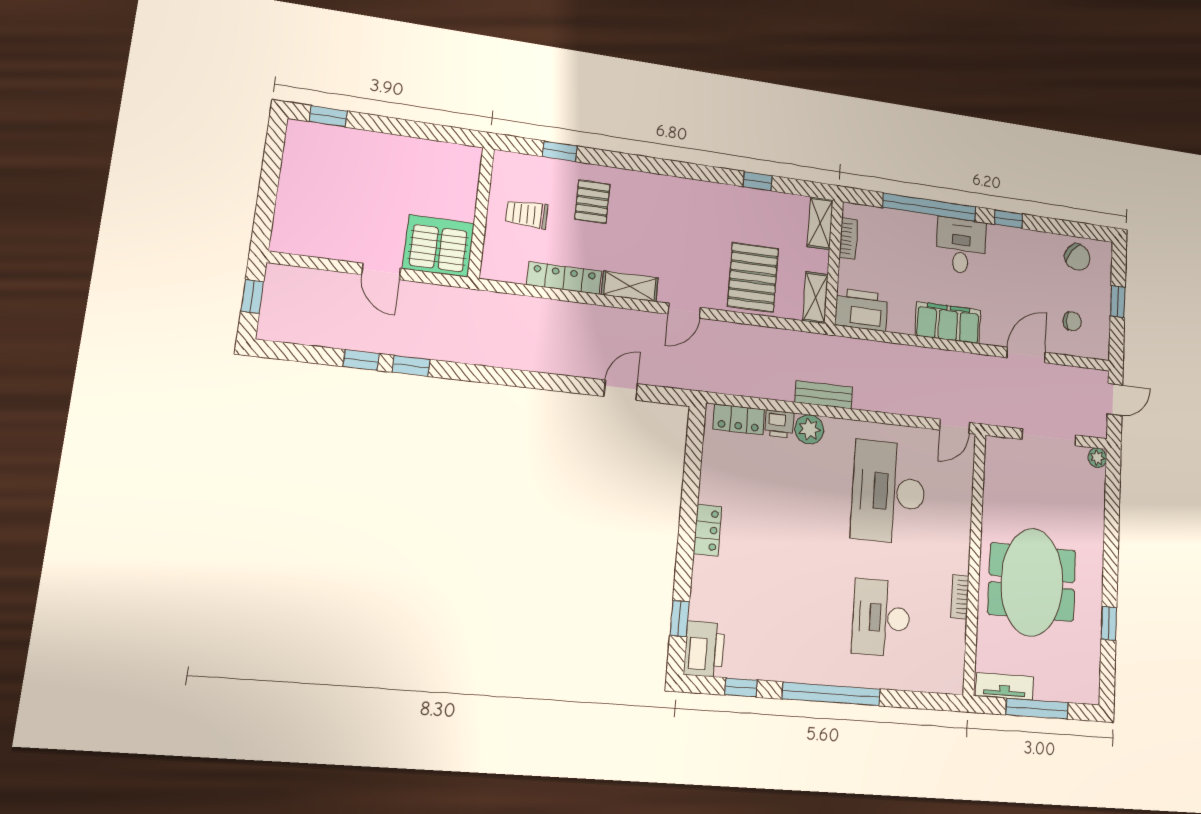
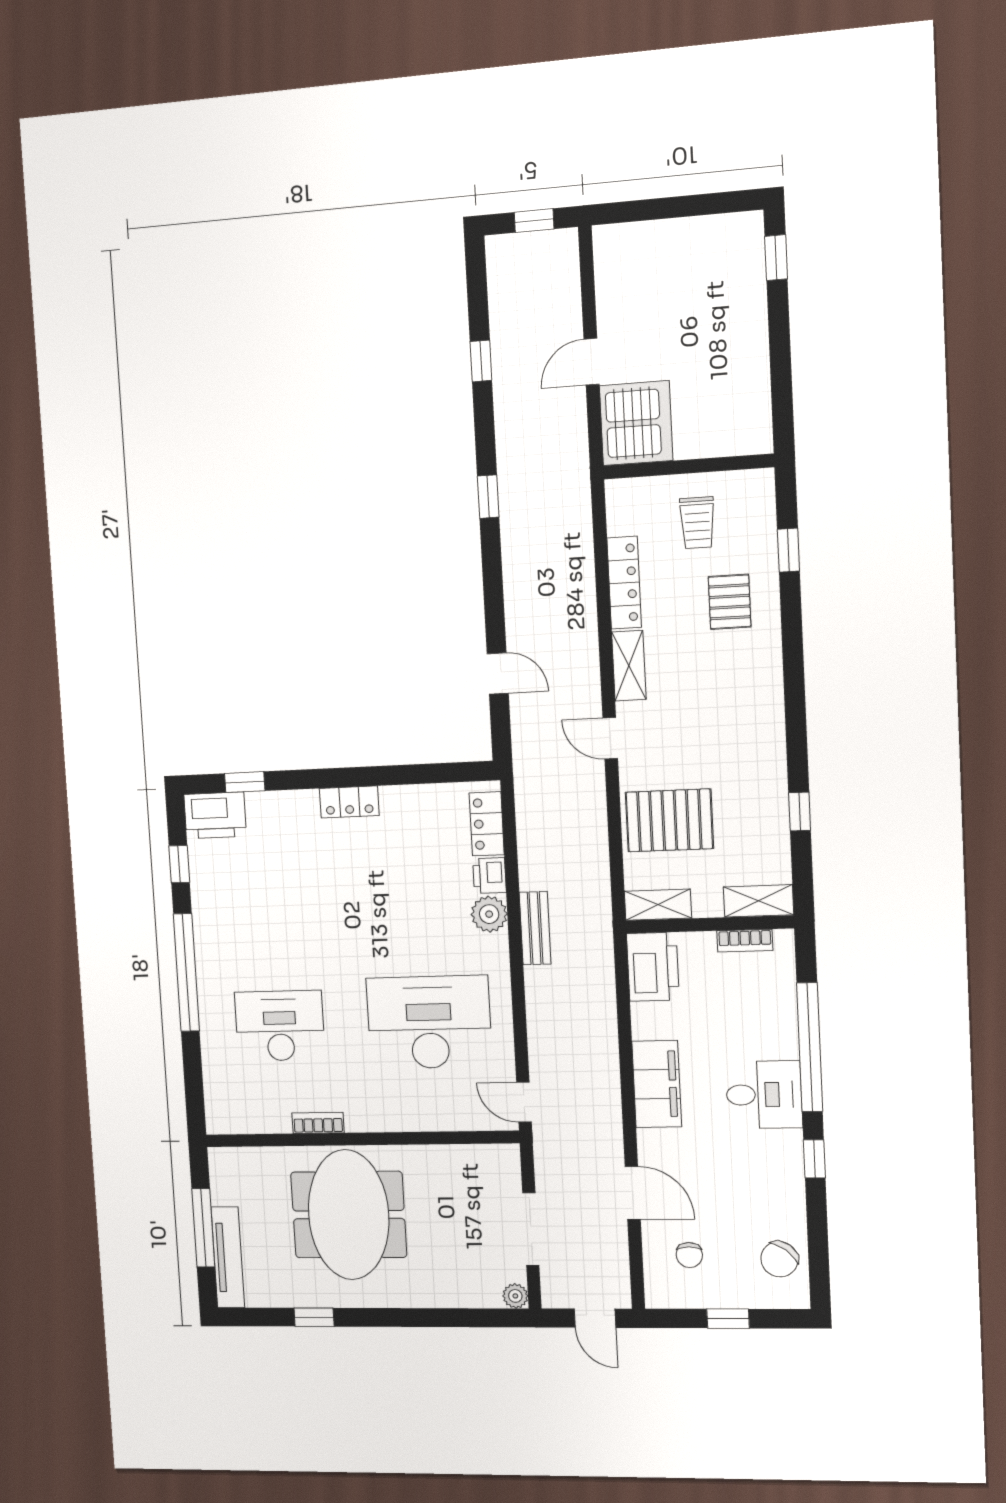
pallet: (592, 202) -> (730, 602), turned 90
trolley: (527, 214) -> (697, 523), turned 180
window: (411, 366) -> (488, 497), moved
meeting table: (1032, 582) -> (349, 1215), turned 90
tv unit: (1005, 686) -> (228, 1257), moved, width x1.41

